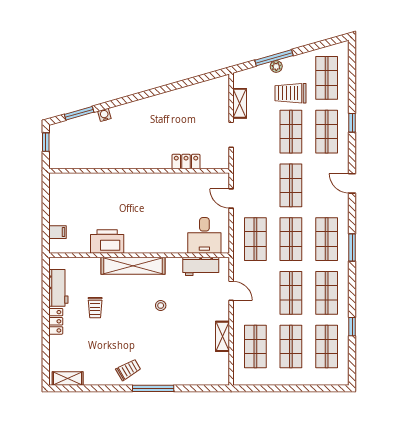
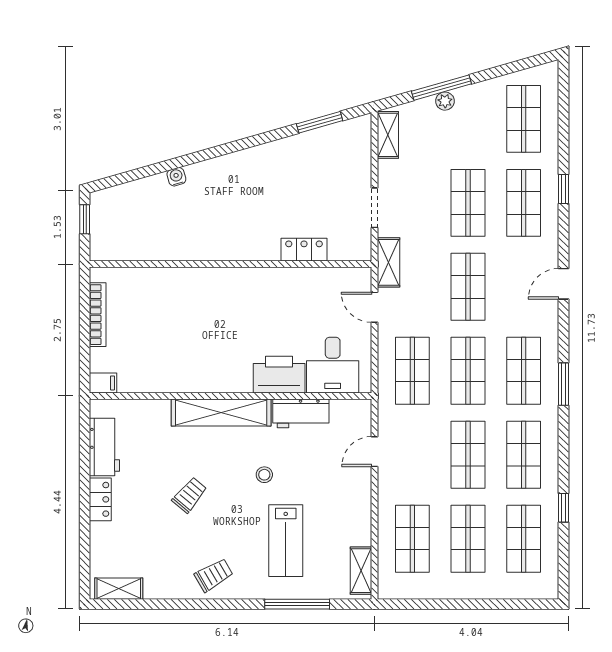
trolley: (291, 93) -> (467, 143), removed
shelving: (240, 103) -> (388, 135), moved
window: (79, 113) -> (320, 122), moved
shelving: (240, 170) -> (388, 262), added
door: (352, 183) -> (563, 284), hinge flipped
bookcase: (54, 203) -> (98, 315), added
filing cabinet: (57, 232) -> (103, 383), moved
printer: (107, 241) -> (279, 375), moved
workbench: (201, 266) -> (301, 413), moved
door: (231, 291) -> (374, 452), swing flipped
trolley: (95, 308) -> (190, 495), moved, turned -140
shelving: (222, 336) -> (361, 571), moved
lab bench: (174, 348) -> (286, 541), added
window: (153, 388) -> (297, 604), moved

